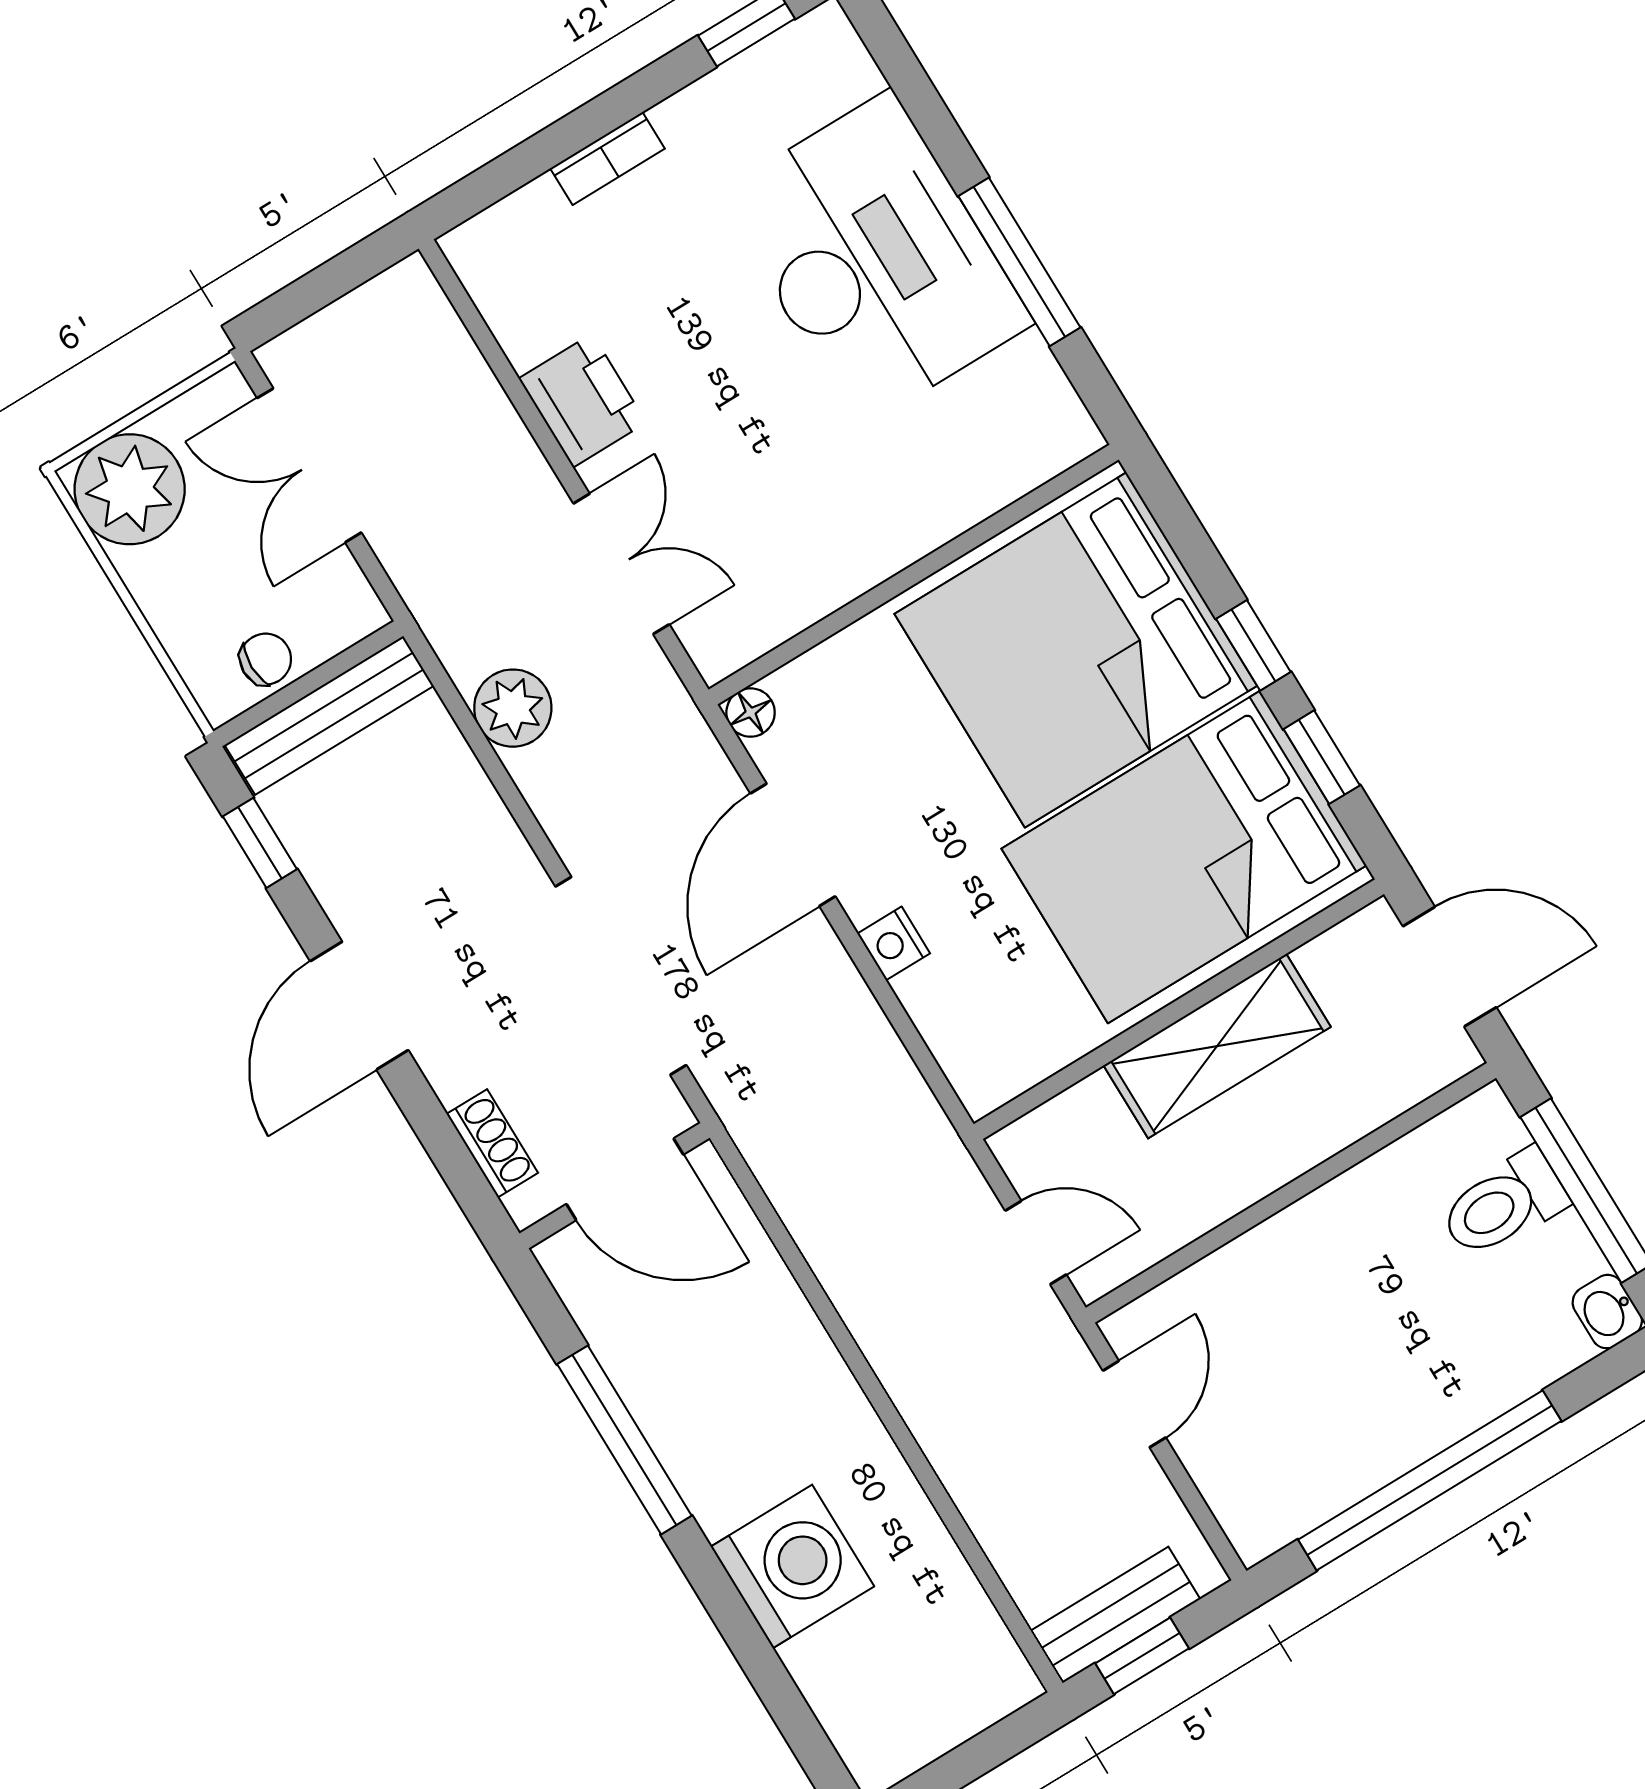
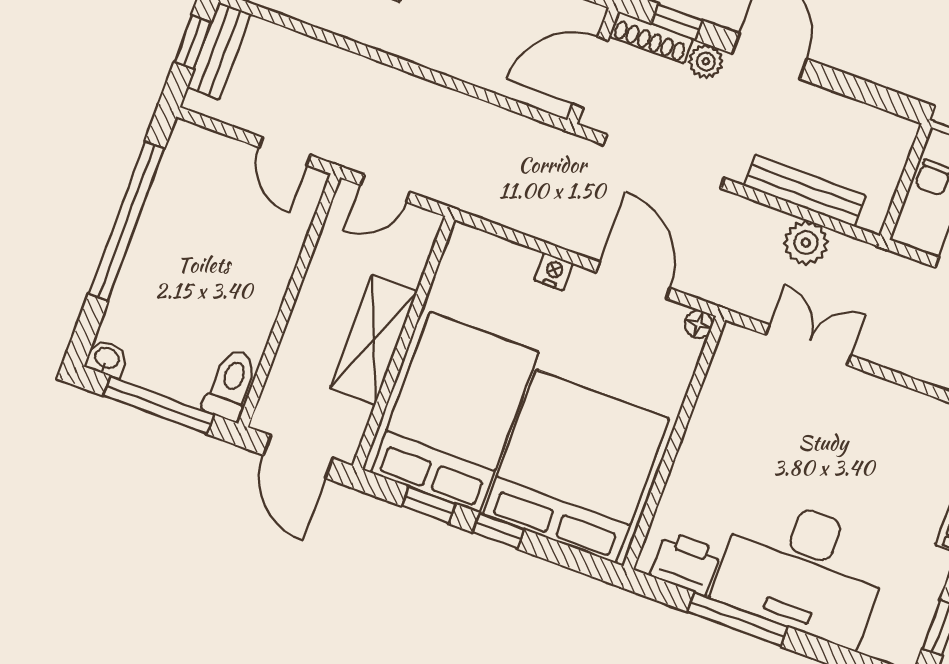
printer: (583, 401) -> (686, 563), moved, turned 180
double door: (621, 564) -> (808, 345), swing flipped
bench: (329, 715) -> (805, 191), moved, turned 90
window: (260, 843) -> (677, 22), moved
door: (1450, 967) -> (298, 457), hinge flipped
plant: (453, 1068) -> (706, 61), added
shoe rack: (492, 1143) -> (651, 38), width x1.43
toilet: (1503, 1204) -> (231, 385), moved

